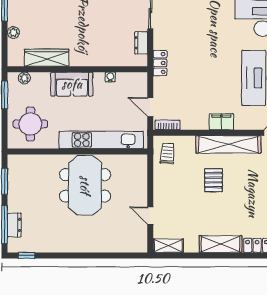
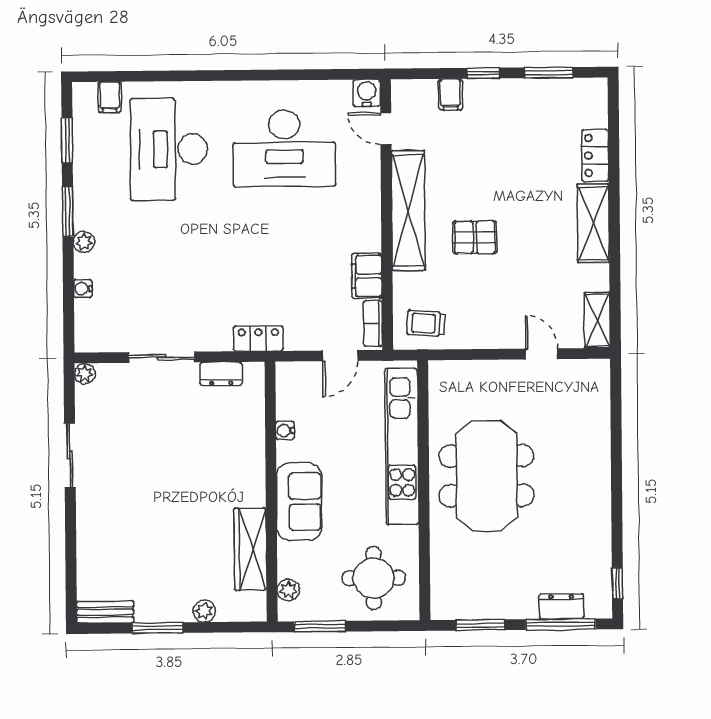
filing cabinet: (221, 122) -> (367, 276), moved
meeting table: (85, 185) -> (487, 476), turned 90
door: (150, 216) -> (542, 354), swing flipped

